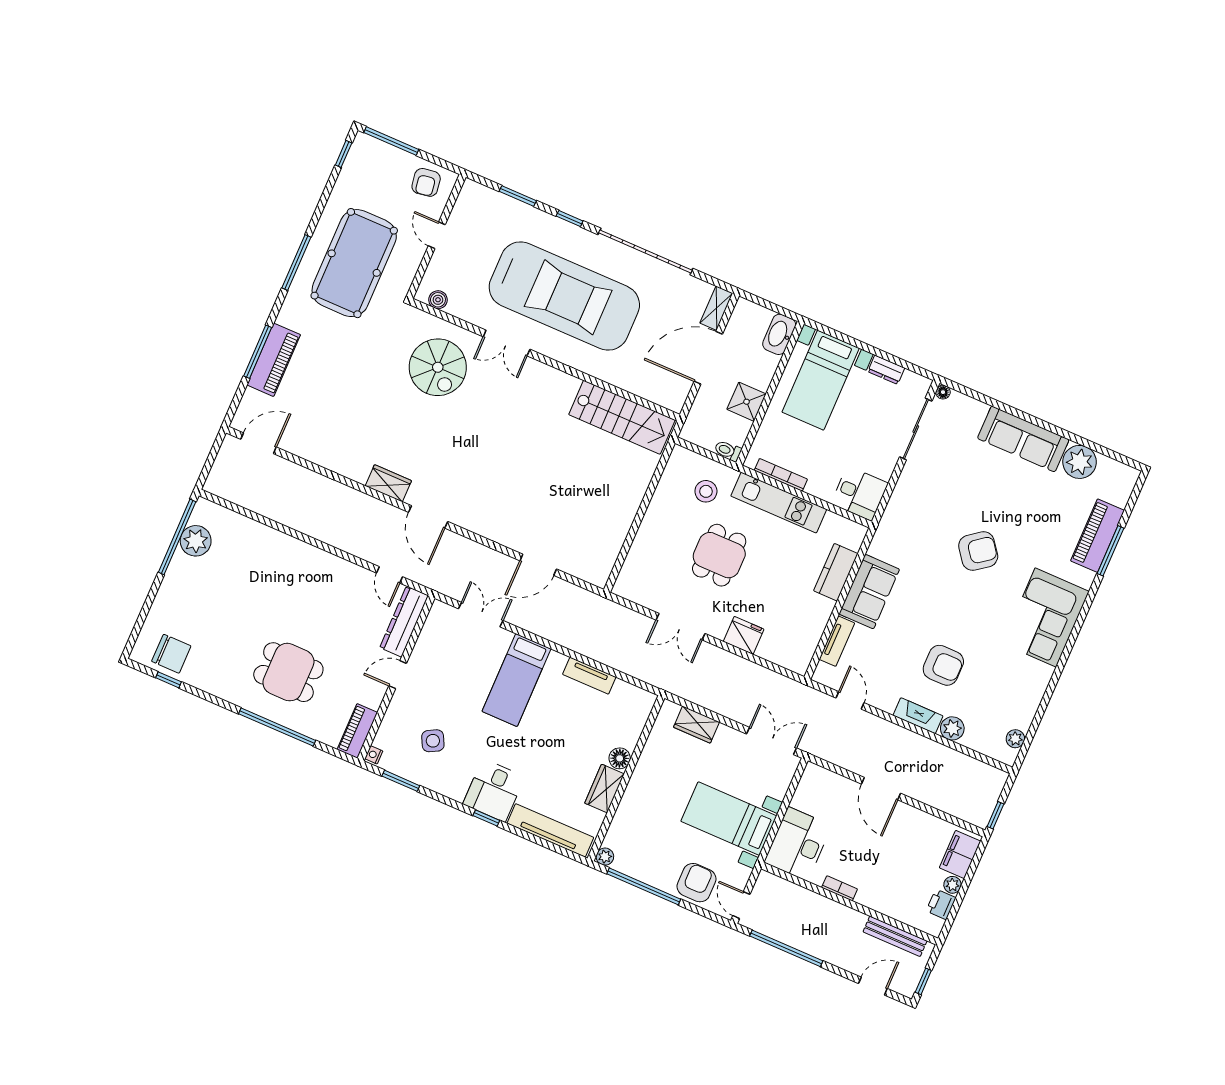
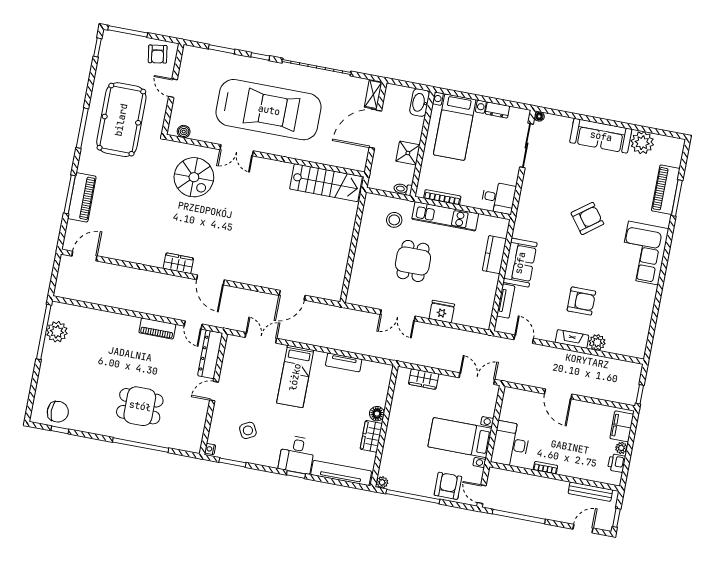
piano: (357, 731) -> (157, 328), moved, turned -90
plant: (1015, 739) -> (641, 340), removed

